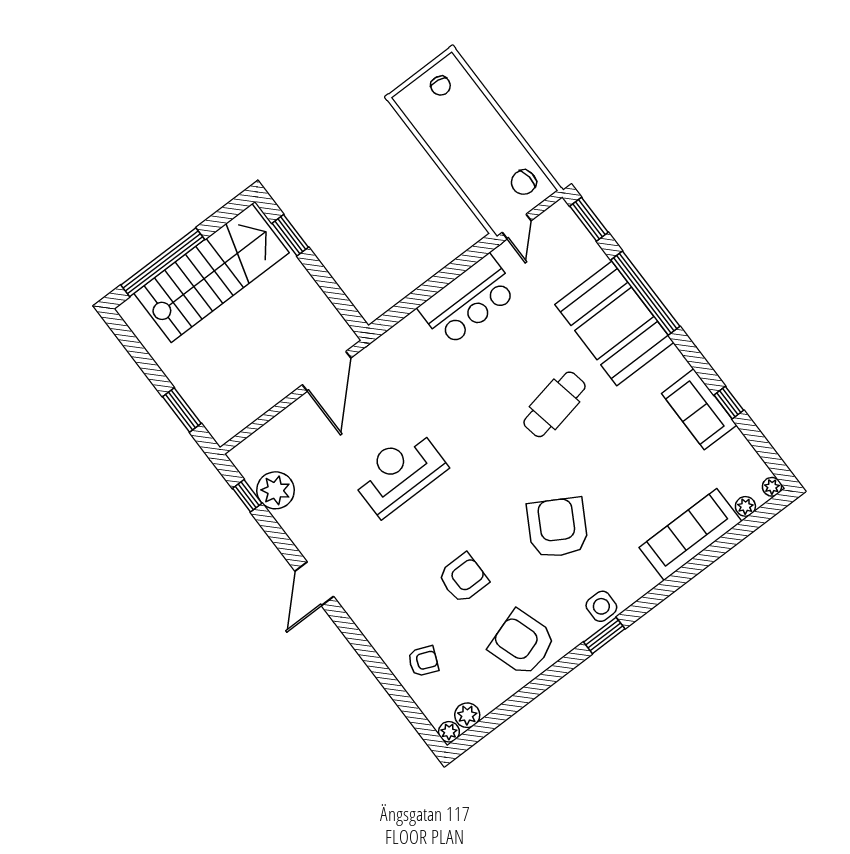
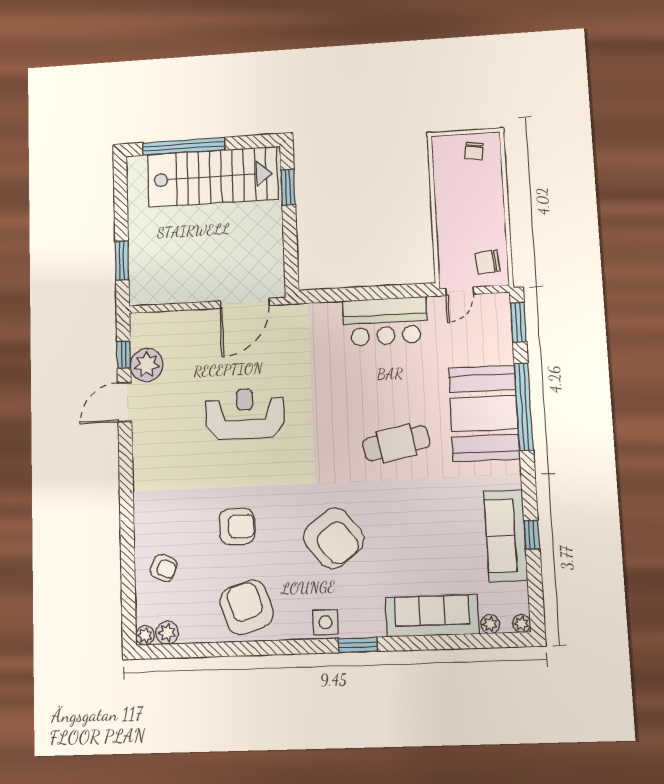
sofa: (699, 409) -> (506, 536), width x1.36
armchair: (557, 528) -> (334, 538), turned 112
door: (314, 584) -> (125, 402), moved
window: (604, 635) -> (358, 645), moved

